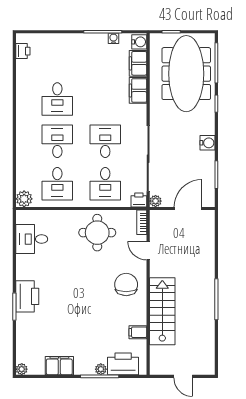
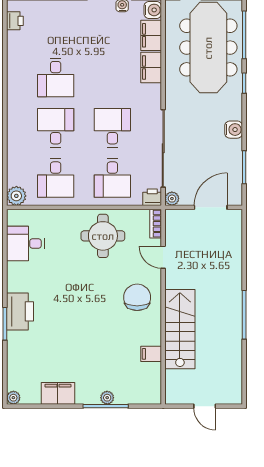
printer: (123, 364) -> (134, 391), removed

